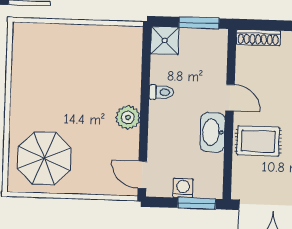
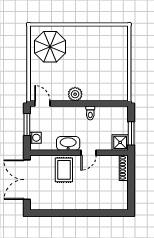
shower: (165, 41) -> (120, 142), moved
door: (142, 175) -> (42, 104), hinge flipped
washing machine: (183, 188) -> (35, 138), moved
window: (197, 203) -> (27, 124), moved

